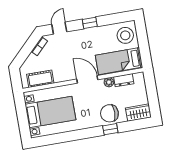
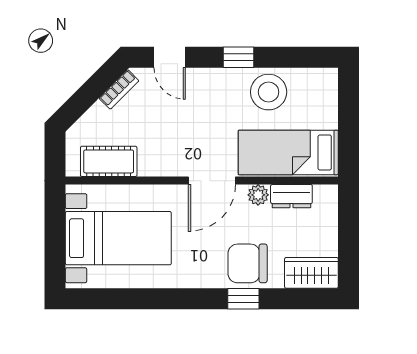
door: (59, 28) -> (170, 57), swing flipped
stool: (125, 35) -> (269, 92), moved
door: (87, 79) -> (212, 181), swing flipped

